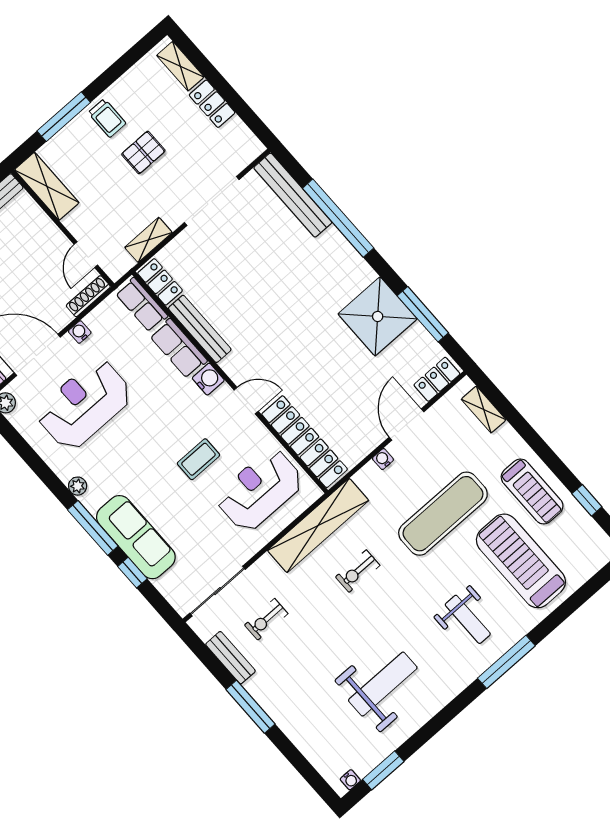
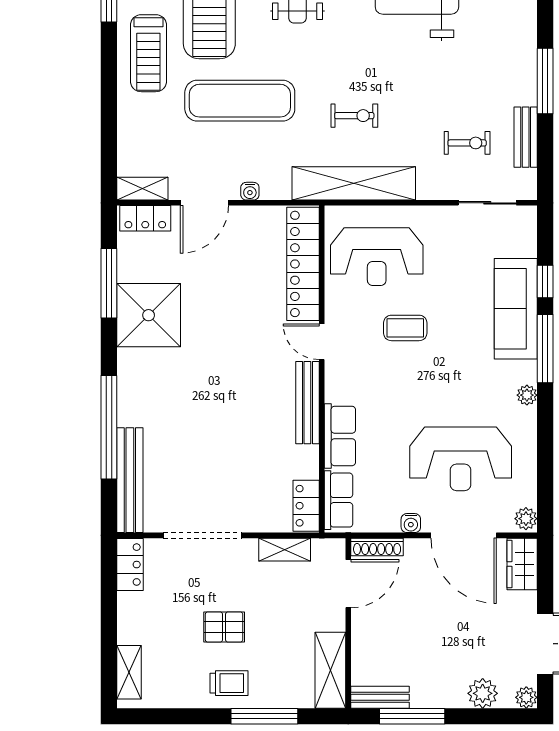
locker: (212, 104) -> (130, 565), moved
trolley: (107, 118) -> (229, 683), turned 90
door: (86, 255) -> (348, 584), width x1.38
bench: (200, 329) -> (307, 403), moved
water cooler: (208, 379) -> (338, 388), removed
shelving: (484, 409) -> (142, 189), moved, turned 90
treadmill: (532, 492) -> (148, 53), turned 180
sliding door: (217, 591) -> (487, 203), width x0.73

